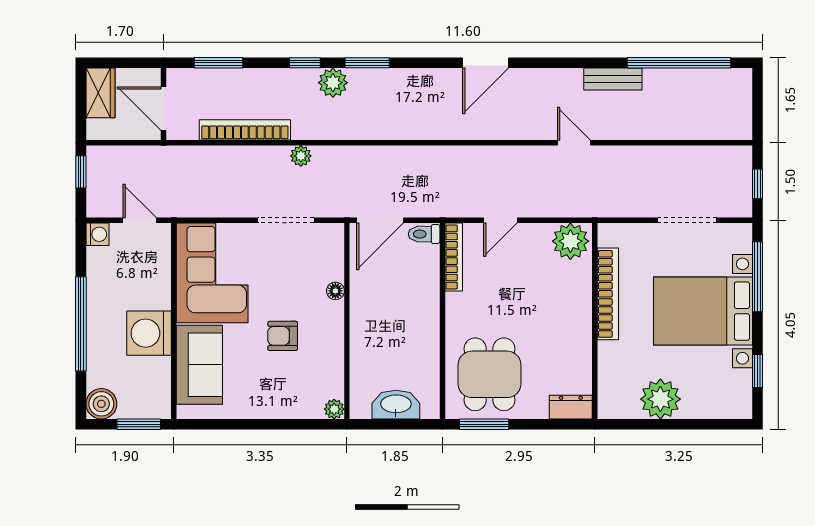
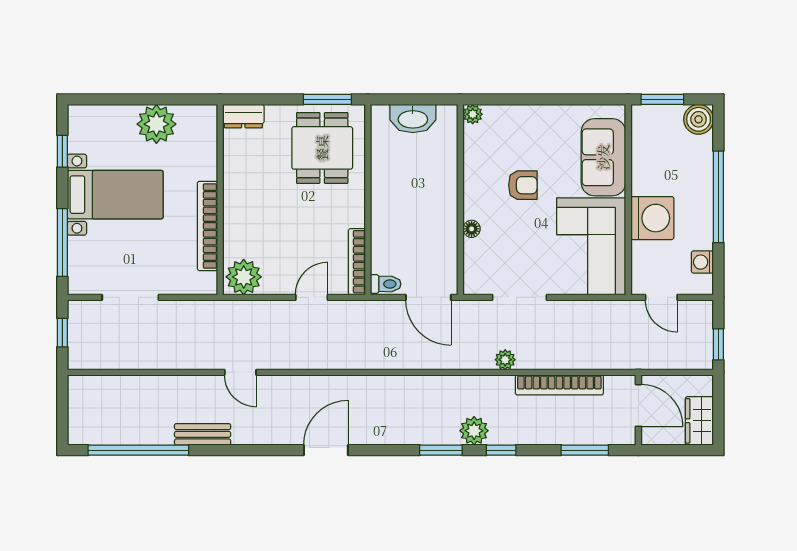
door: (380, 220) -> (428, 297), swing flipped
washing machine: (97, 234) -> (702, 262), moved
bed with nightstands: (703, 311) -> (115, 195), width x0.73
washing machine: (149, 333) -> (652, 218), moved

